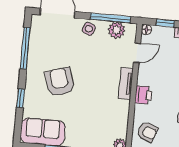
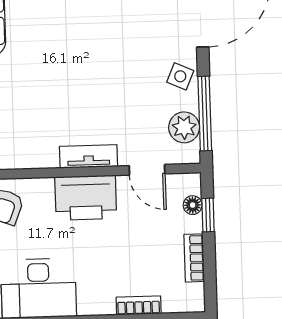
floor lamp: (146, 30) -> (193, 205), moved
armchair: (60, 82) -> (77, 35), removed
printer: (143, 95) -> (86, 198), width x1.87, depth x1.48

